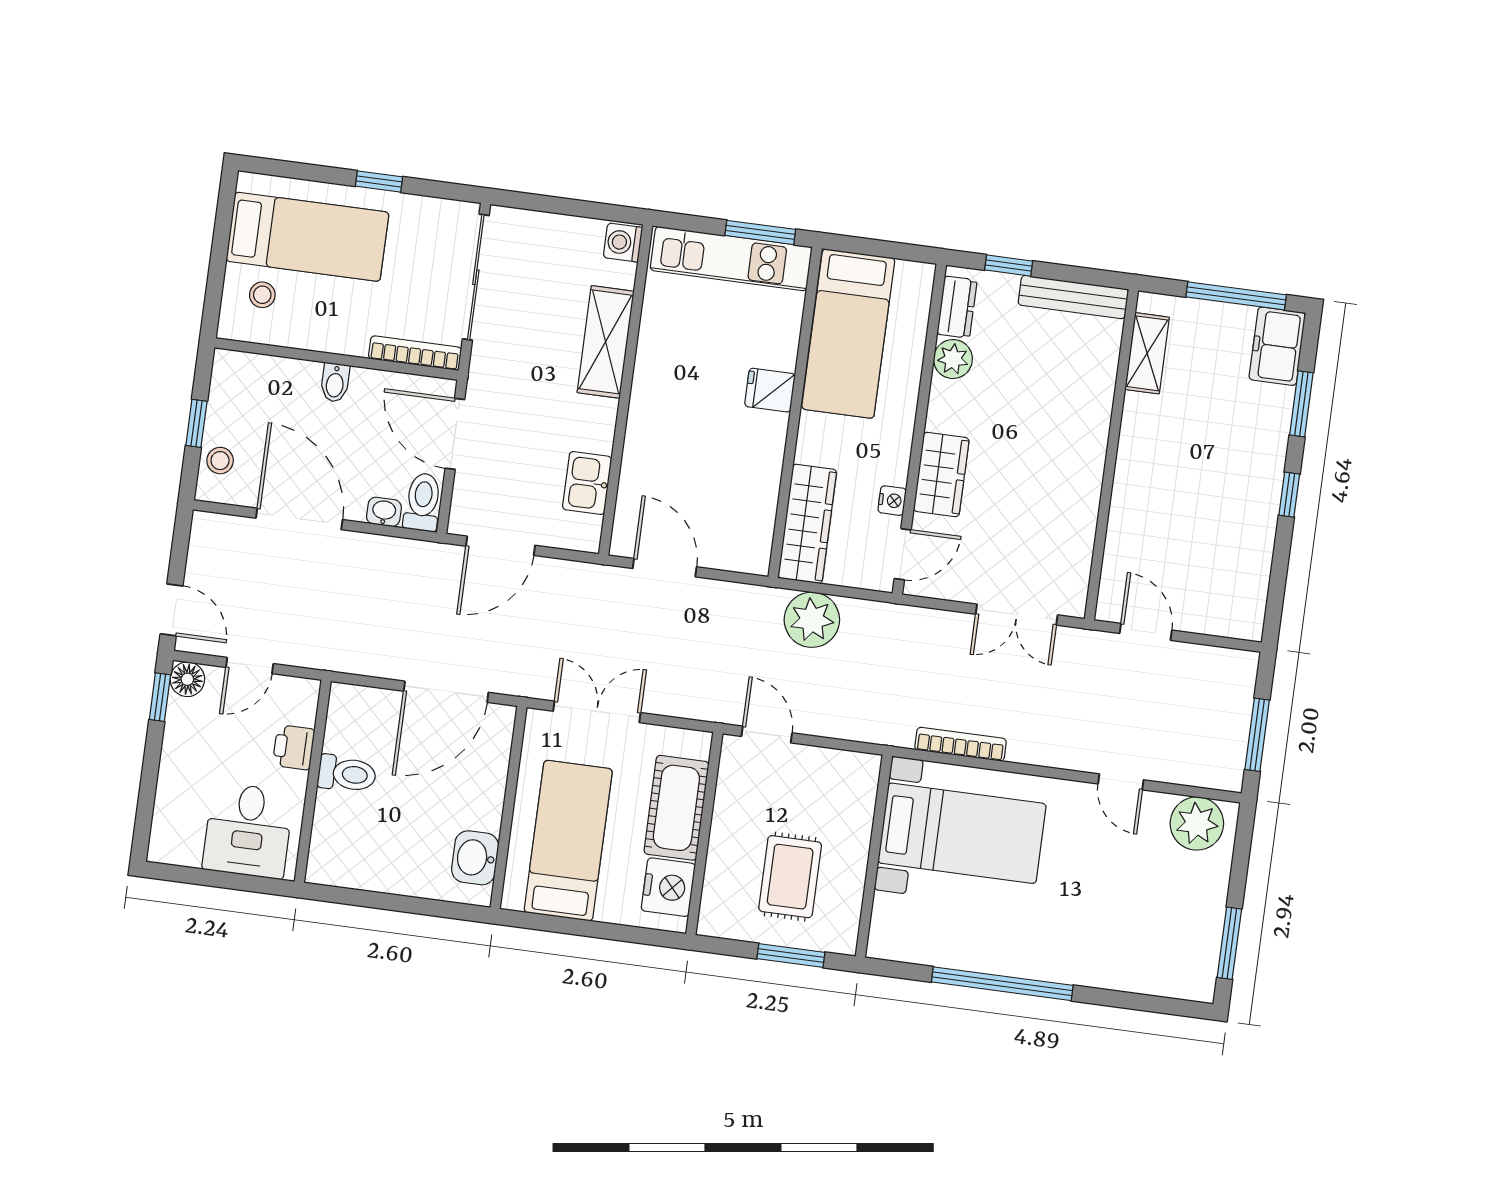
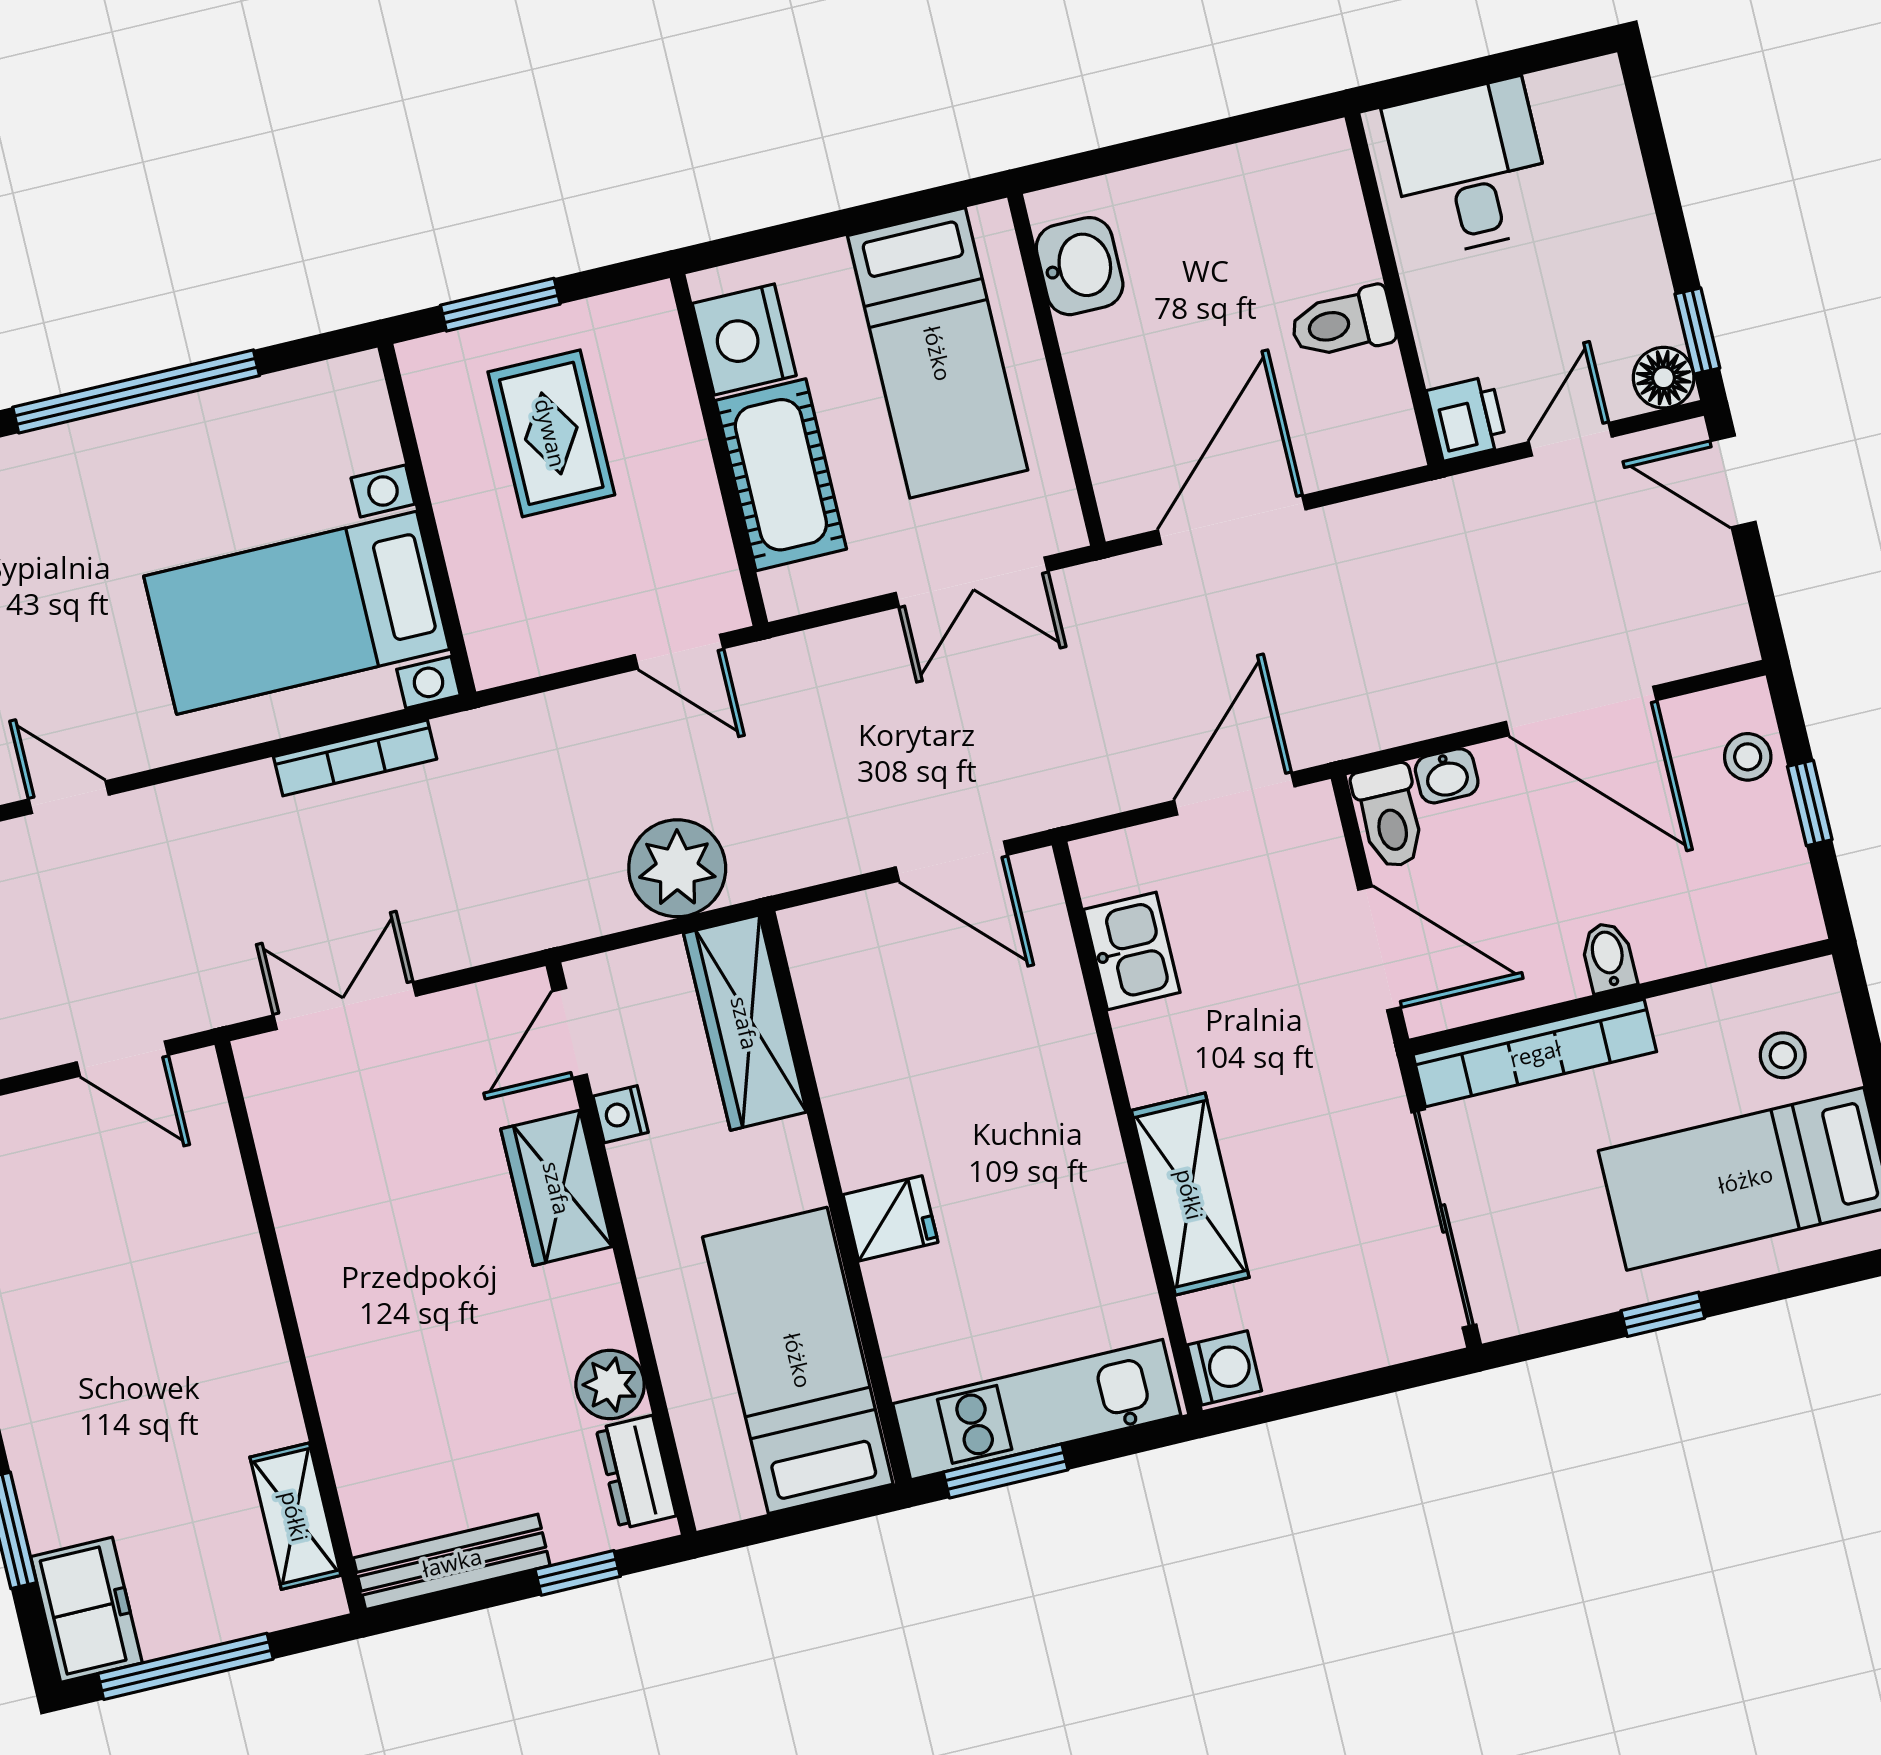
bookcase: (415, 353) -> (1535, 1053), width x1.48, depth x1.31
printer: (294, 747) -> (1467, 418), moved

